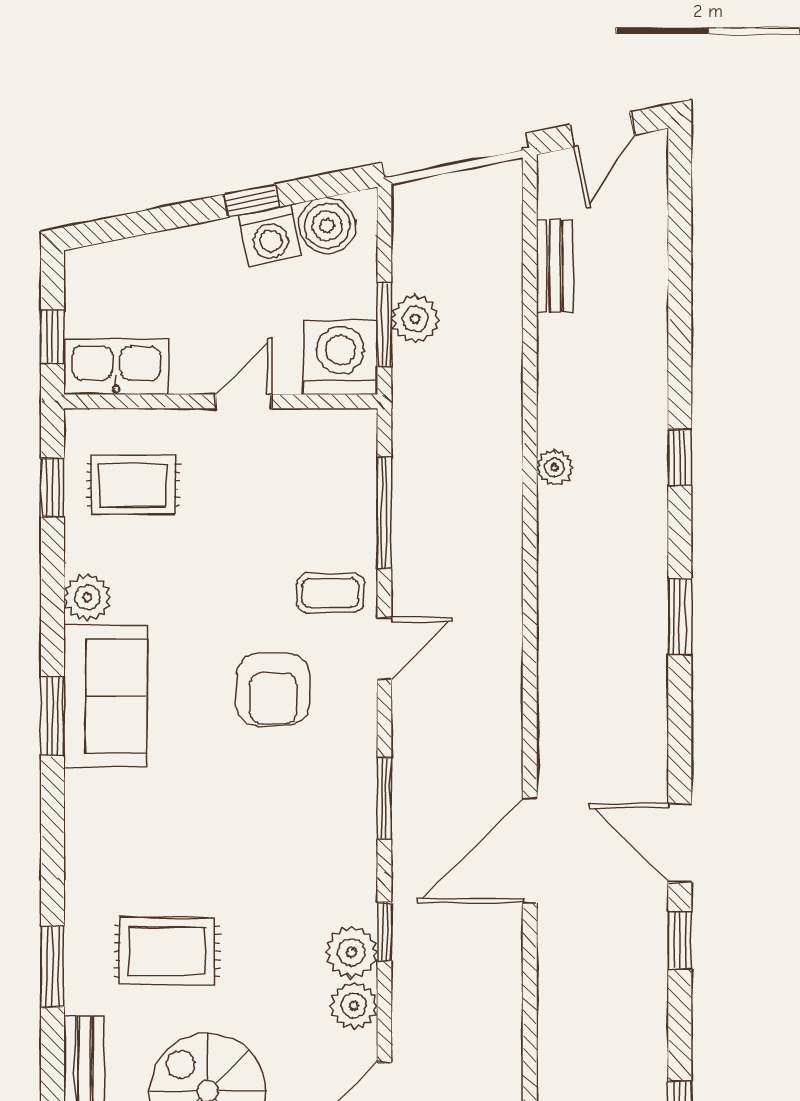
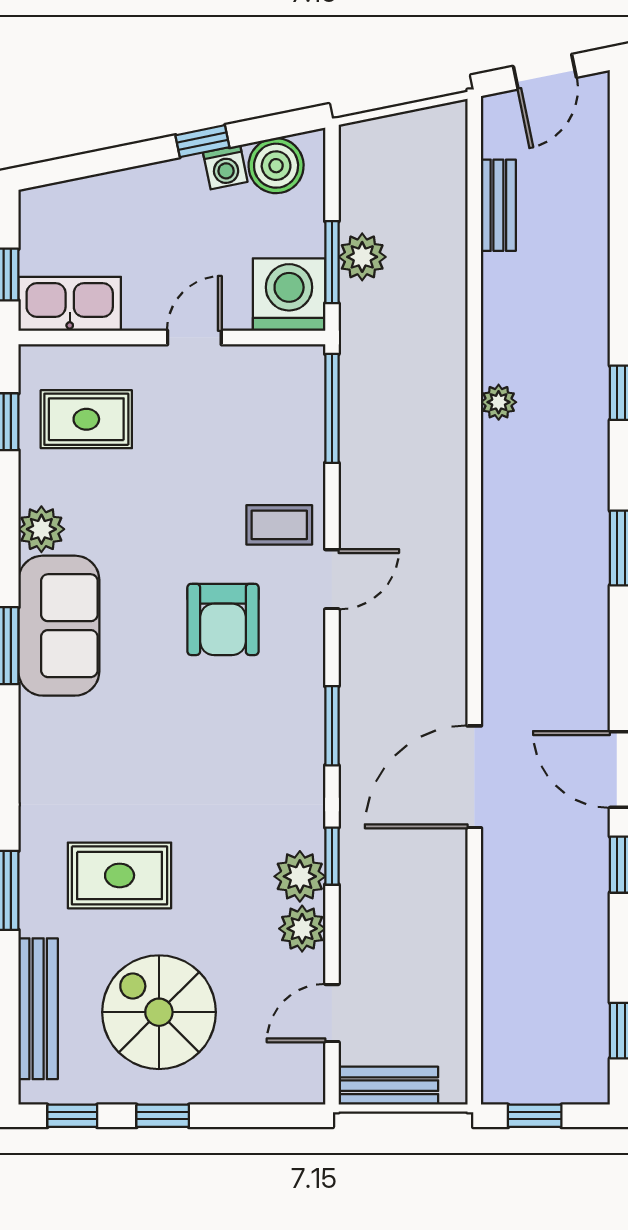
washing machine: (270, 236) -> (225, 167), width x0.73, depth x0.73
window: (384, 513) -> (332, 408), moved

